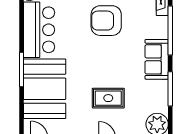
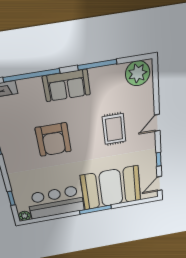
armchair: (106, 21) -> (53, 140), moved

